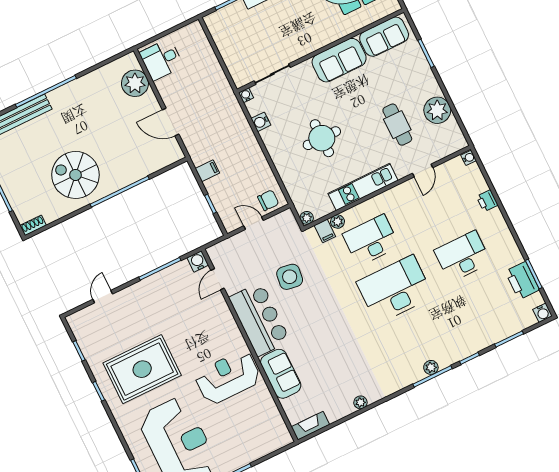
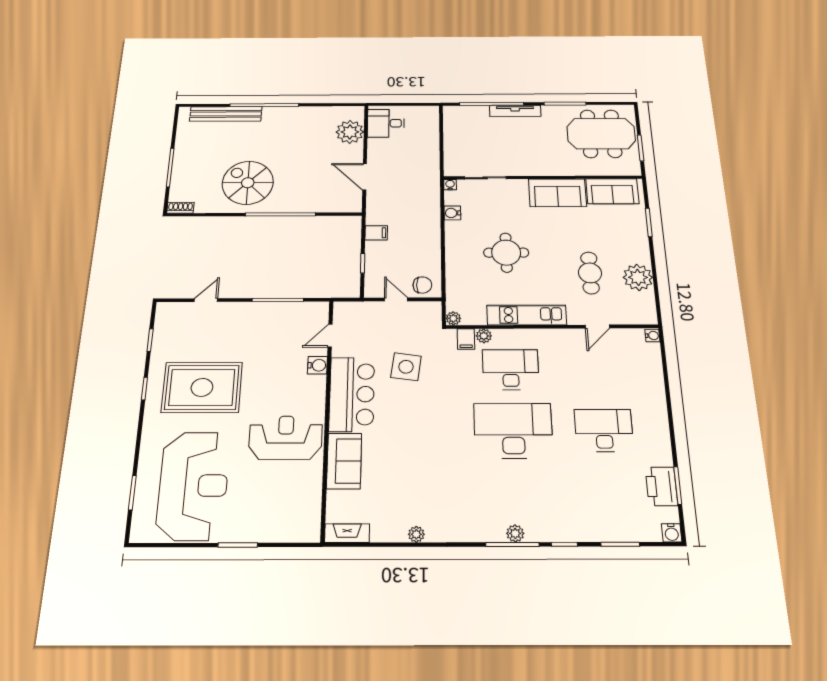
printer: (487, 201) -> (655, 386), removed
water cooler: (198, 261) -> (317, 365), moved, turned 90

